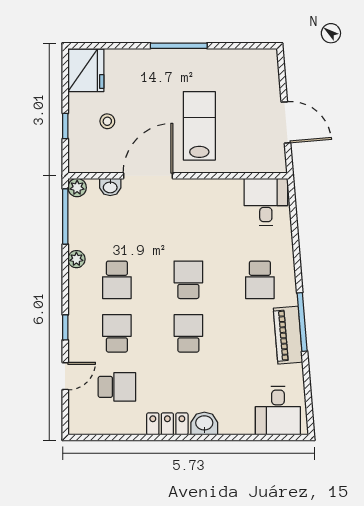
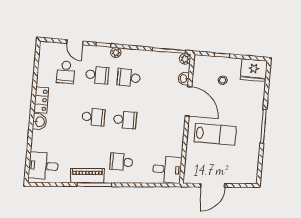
plant: (76, 259) -> (116, 53), moved

